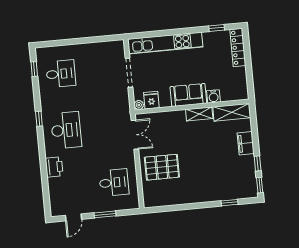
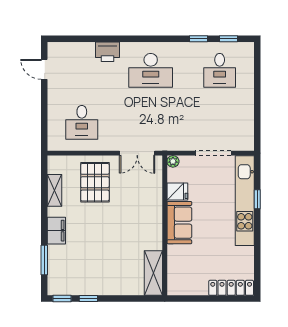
window: (217, 28) -> (257, 199), moved
water cooler: (214, 96) -> (175, 253), removed
fridge: (151, 100) -> (177, 191), moved
shelving: (199, 114) -> (54, 190), moved
window: (39, 119) -> (198, 39), moved
filing cabinet: (246, 143) -> (56, 231), moved, turned 90
window: (229, 203) -> (44, 260), width x1.50
window: (105, 214) -> (44, 108), removed

